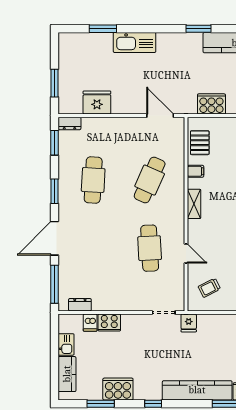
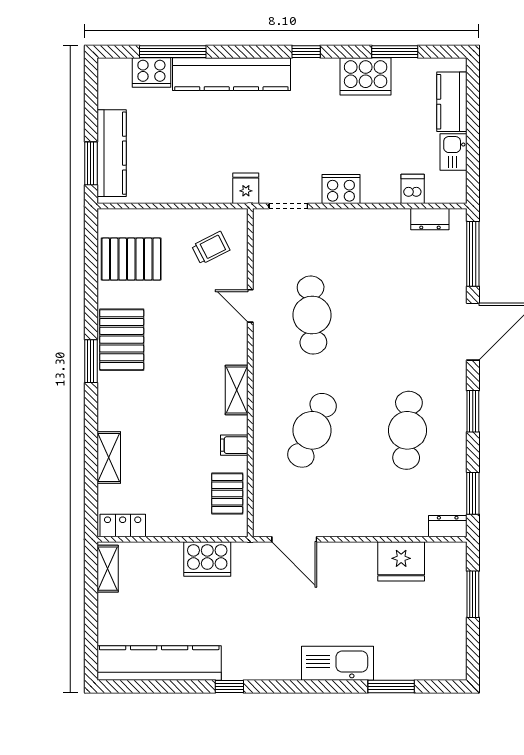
window: (198, 29) -> (229, 686), width x0.67
cooker: (109, 323) -> (341, 189), moved

